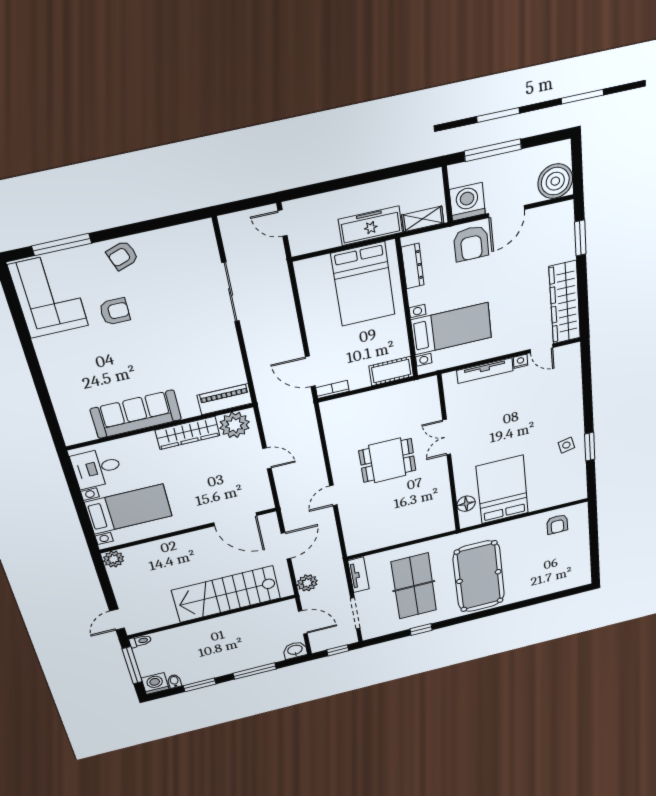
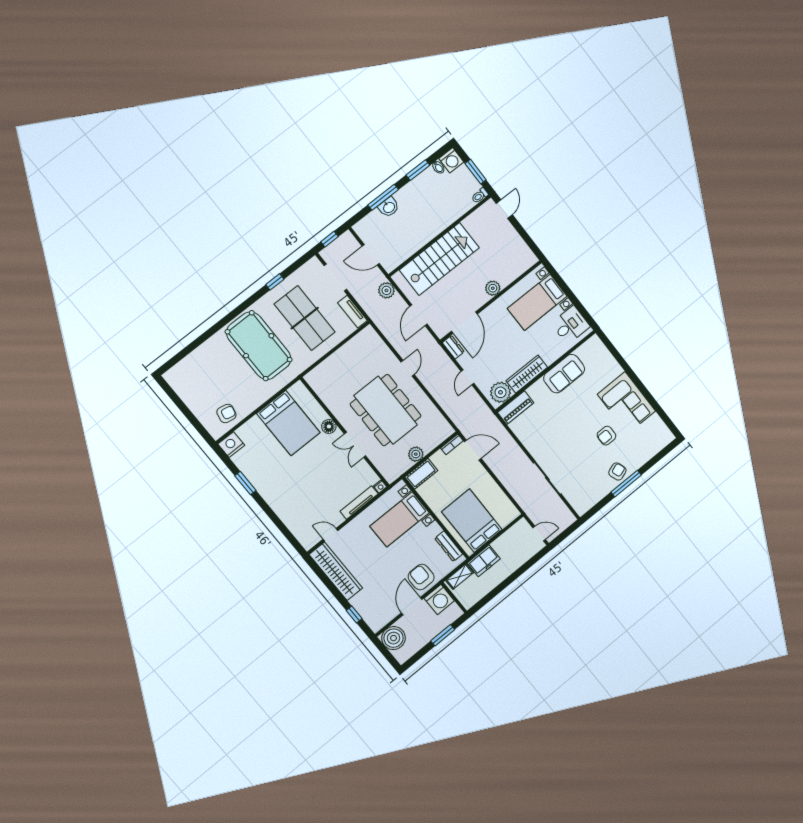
window: (493, 150) -> (443, 635), width x0.69
freezer: (370, 226) -> (484, 561), width x0.71
window: (580, 238) -> (354, 614), width x0.67
window: (62, 245) -> (626, 484), moved
corner sofa: (48, 296) -> (626, 403), moved
nightstand: (521, 361) -> (380, 486), moved
plant: (383, 397) -> (416, 454), added
sofa: (136, 414) -> (564, 374), width x0.73
double door: (447, 437) -> (355, 445), swing flipped
side table: (566, 445) -> (264, 477), removed
door: (267, 458) -> (467, 377), hinge flipped
dining table: (387, 460) -> (386, 410), width x1.88, depth x1.24
nightstand: (575, 492) -> (231, 445), added
dresser: (265, 498) -> (453, 347), added
floor lamp: (466, 504) -> (329, 426), moved
door: (235, 519) -> (464, 323), swing flipped
armchair: (557, 524) -> (226, 413), turned 102
plant: (113, 559) -> (493, 288), moved
washbasin: (295, 650) -> (389, 207), moved
window: (132, 665) -> (476, 172), width x0.69

